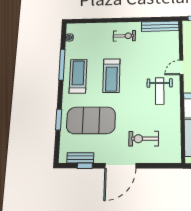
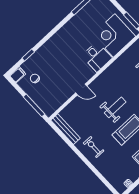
weight bench: (160, 91) -> (115, 107), moved

